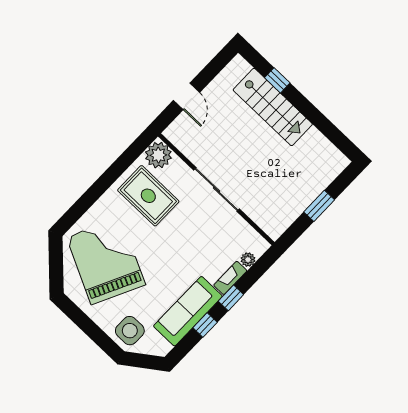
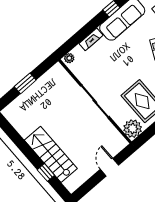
plant: (248, 260) -> (69, 58), moved
window: (231, 298) -> (92, 26), removed

